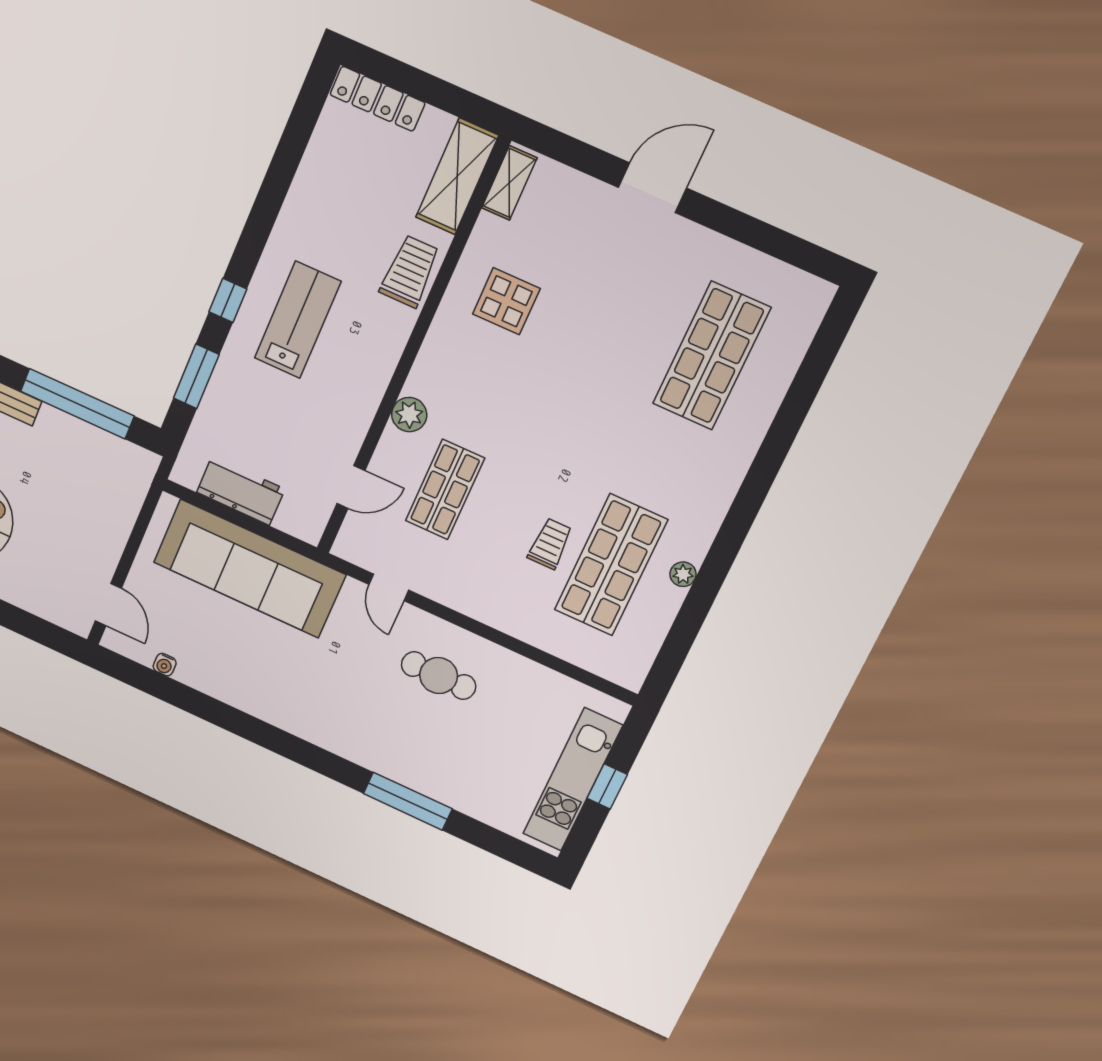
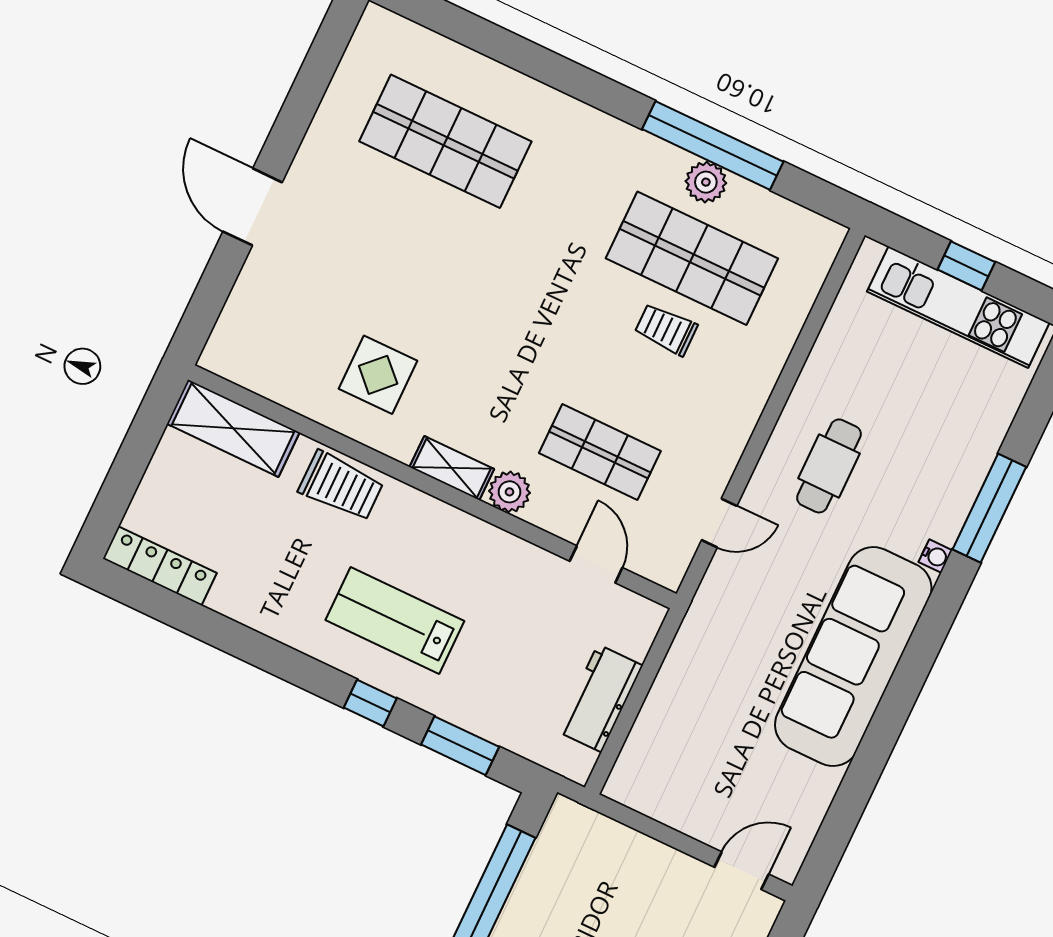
locker: (377, 99) -> (160, 566), moved, turned -90
shelving: (509, 183) -> (452, 468), moved
trolley: (410, 271) -> (341, 486), turned 180
sofa: (249, 569) -> (853, 657), moved, turned 180
plant: (683, 574) -> (706, 182), width x1.38, depth x1.38
window: (708, 582) -> (713, 145), added
water cooler: (165, 665) -> (935, 556), moved

